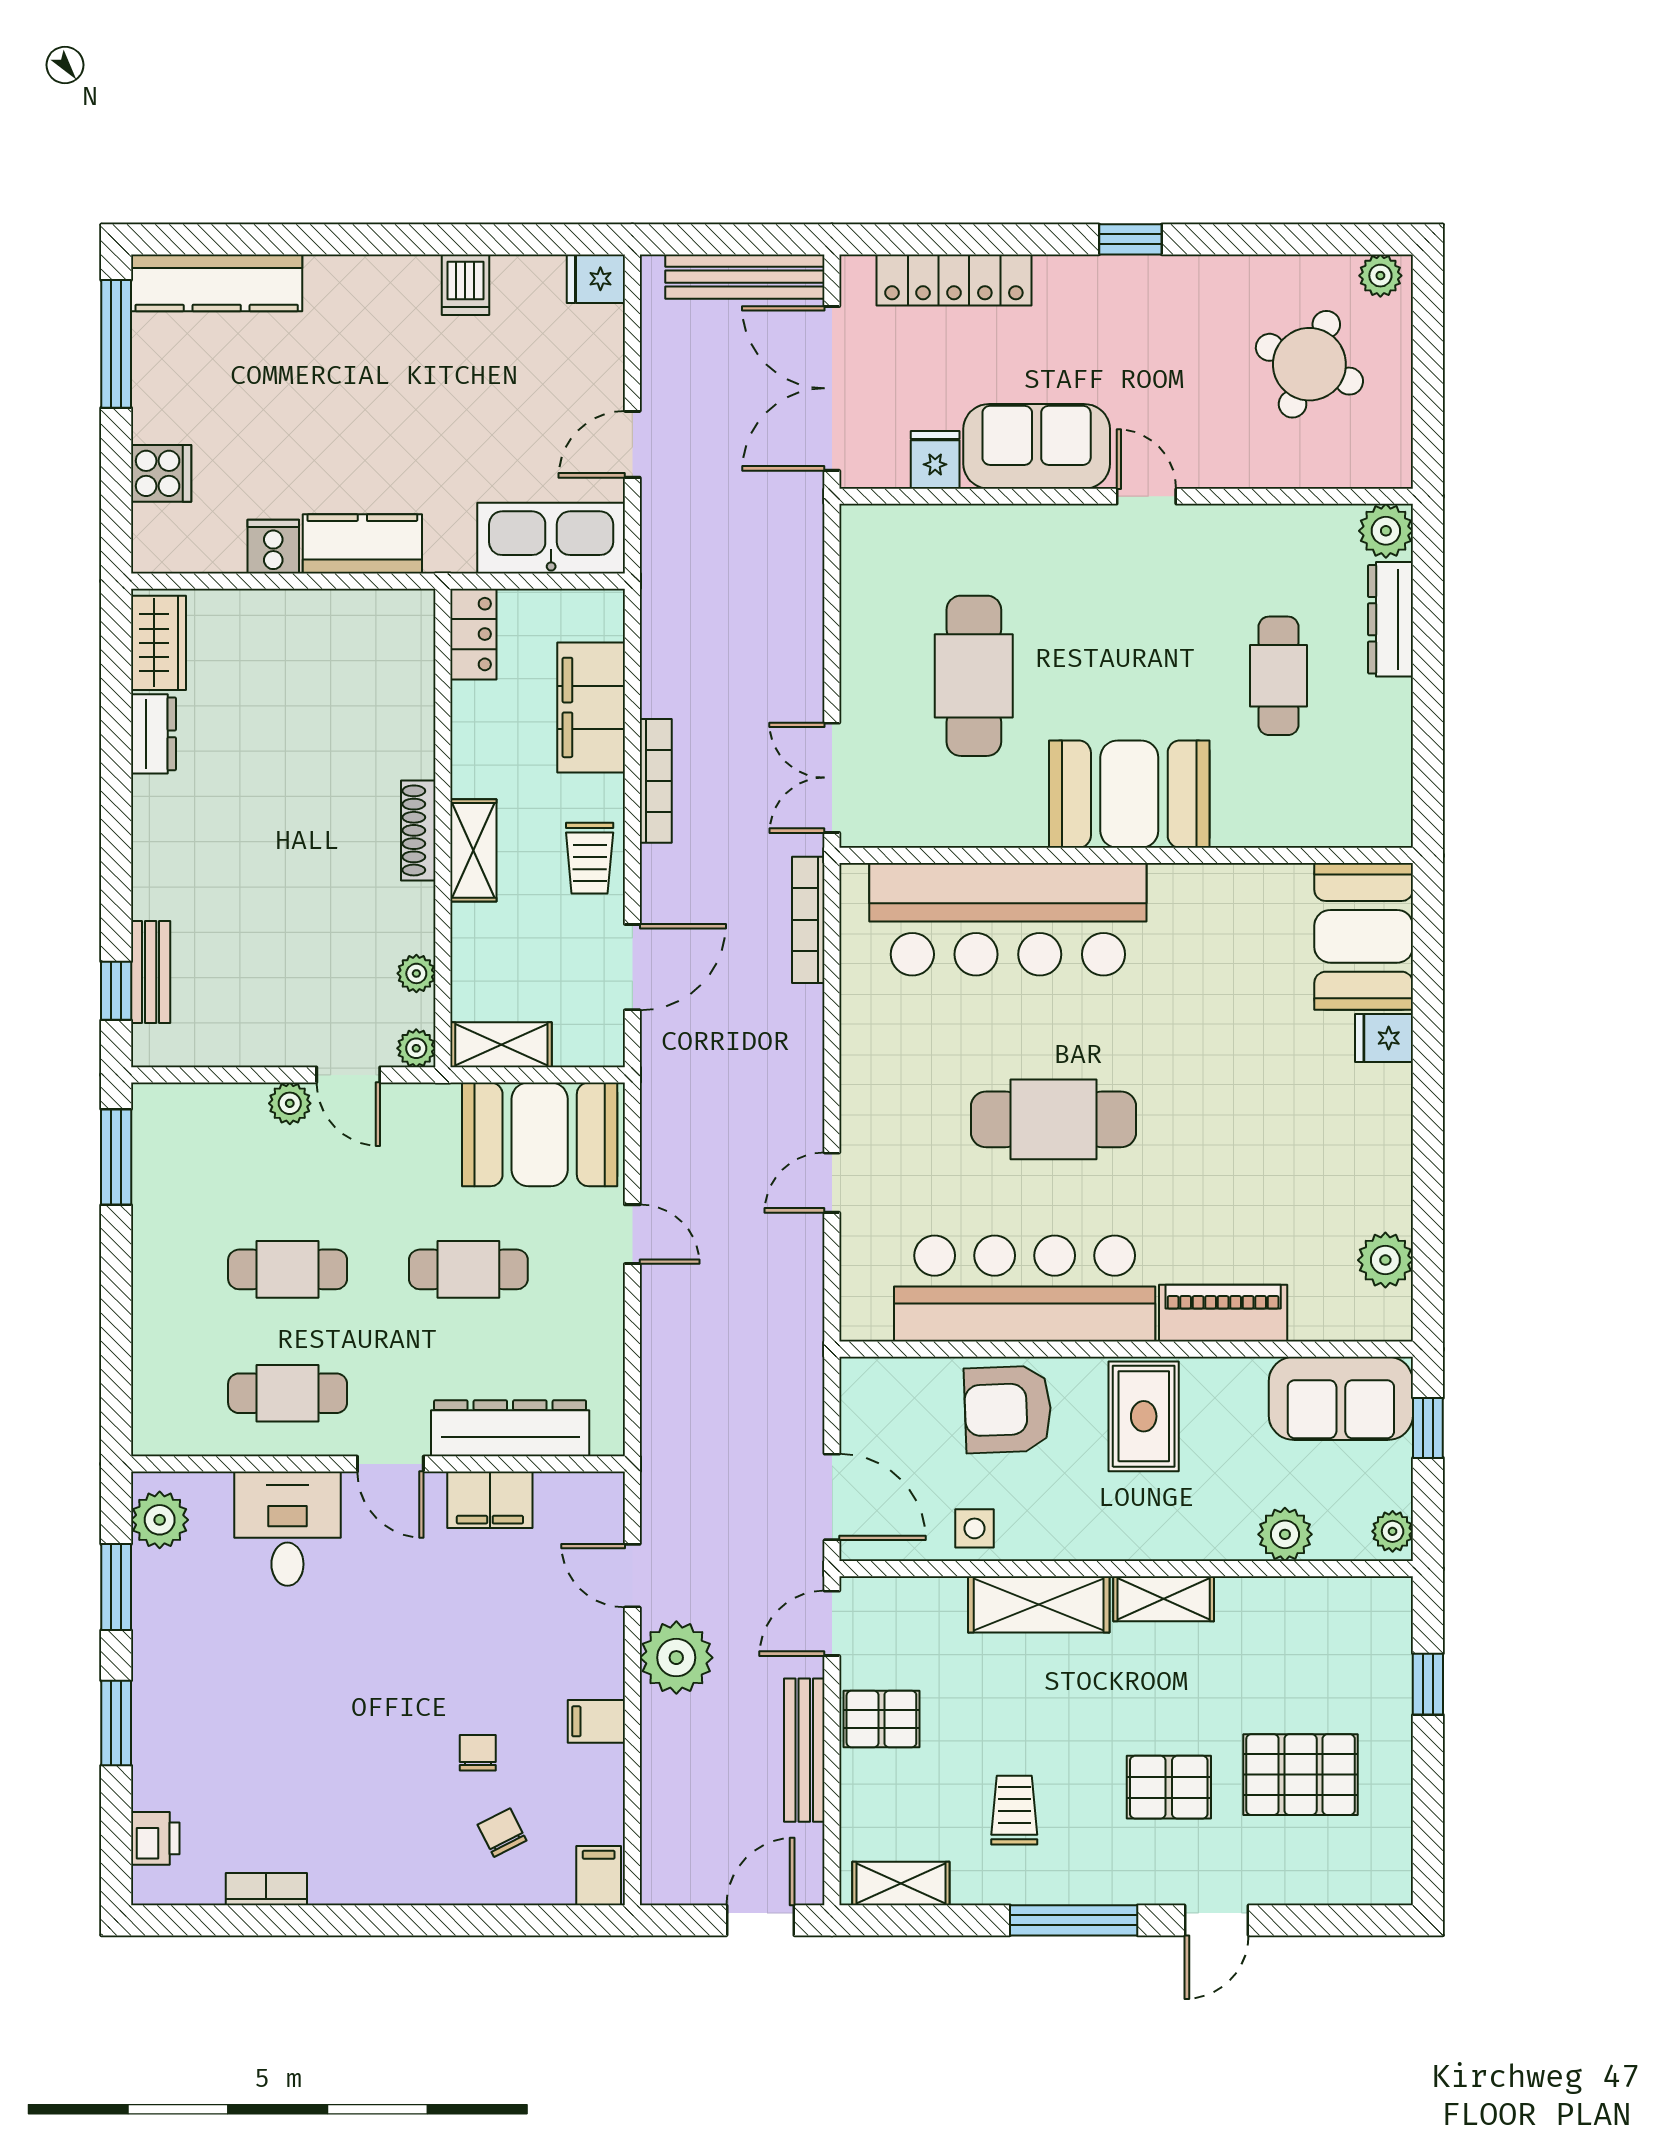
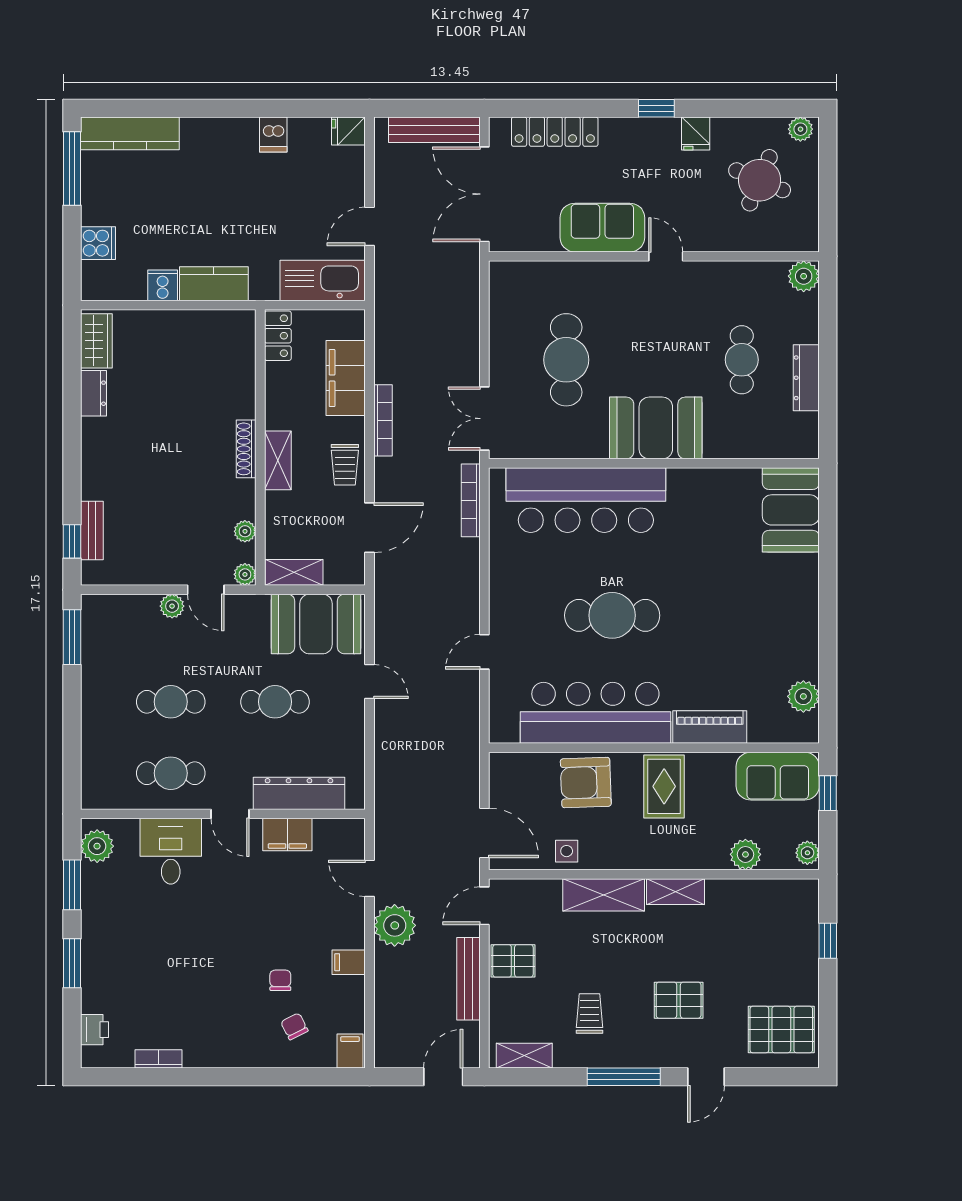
fridge: (935, 460) -> (696, 134), moved, turned 180
dresser: (1391, 619) -> (806, 378), moved
fridge: (1384, 1038) -> (803, 568), removed
pallet: (1301, 1775) -> (781, 1030), moved

